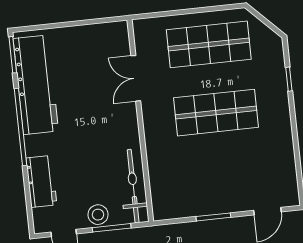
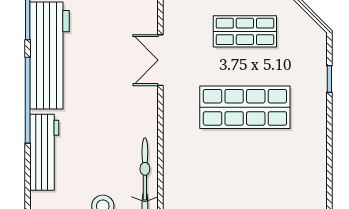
shop shelf: (209, 44) -> (245, 31), width x0.70, depth x0.74
workbench: (41, 181) -> (44, 152), width x1.38

